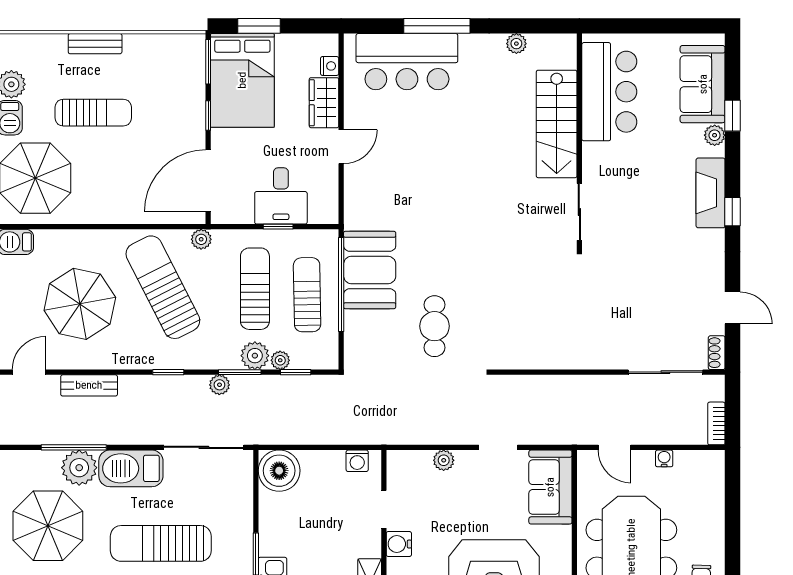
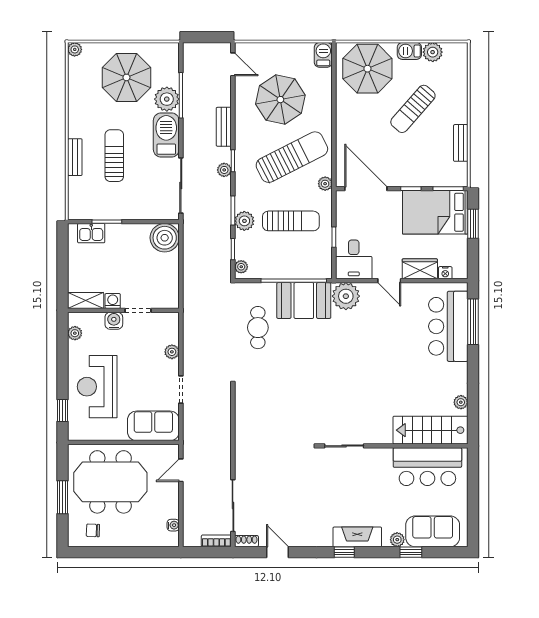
window: (437, 26) -> (473, 322), moved
bench: (95, 44) -> (461, 143), moved
sun lounger: (93, 113) -> (413, 109), turned 41
stairs: (557, 124) -> (430, 430), moved
desk: (281, 196) -> (354, 259), moved, turned -90
plant: (363, 209) -> (346, 296), added
sun lounger: (307, 295) -> (287, 257), removed
door: (732, 308) -> (277, 552), swing flipped
cafe table: (435, 326) -> (258, 328), moved, turned 90
plant: (280, 360) -> (241, 267), moved
bench: (89, 385) -> (224, 127), moved
plant: (219, 385) -> (224, 170), moved
bookcase: (716, 423) -> (216, 541), moved
water cooler: (664, 458) -> (173, 525), moved
washing machine: (357, 461) -> (113, 301), moved, turned 90
sun lounger: (161, 543) -> (114, 156), width x0.73, depth x0.75

